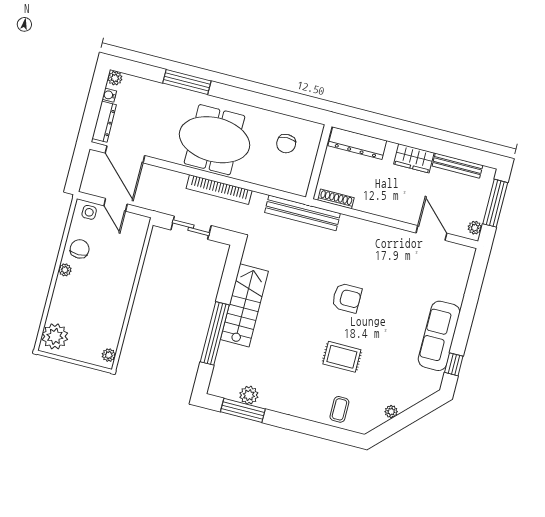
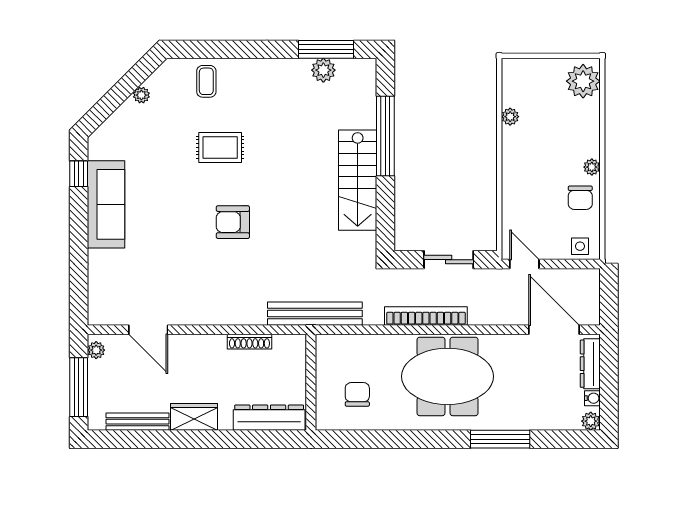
shoe rack: (336, 199) -> (249, 342), moved
door: (116, 205) -> (524, 264), moved
plant: (109, 355) -> (510, 117), moved

